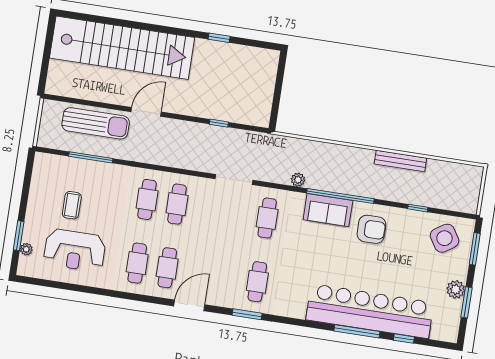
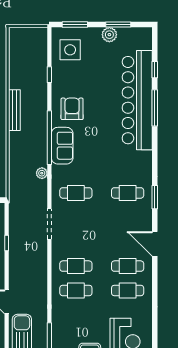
bench: (400, 161) -> (14, 110), moved
side table: (444, 238) -> (70, 50), turned 33

